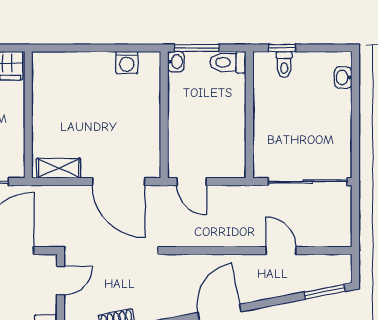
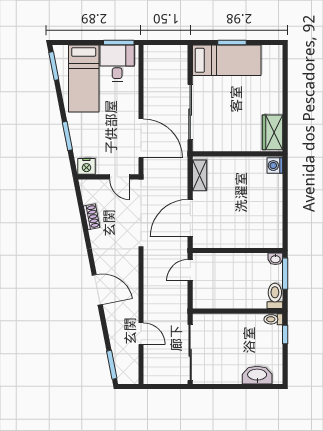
washing machine: (127, 62) -> (275, 166), moved
toilet: (284, 64) -> (273, 319), moved
washbasin: (343, 77) -> (257, 375), width x1.91, depth x1.45
door: (281, 251) -> (141, 334), hinge flipped

